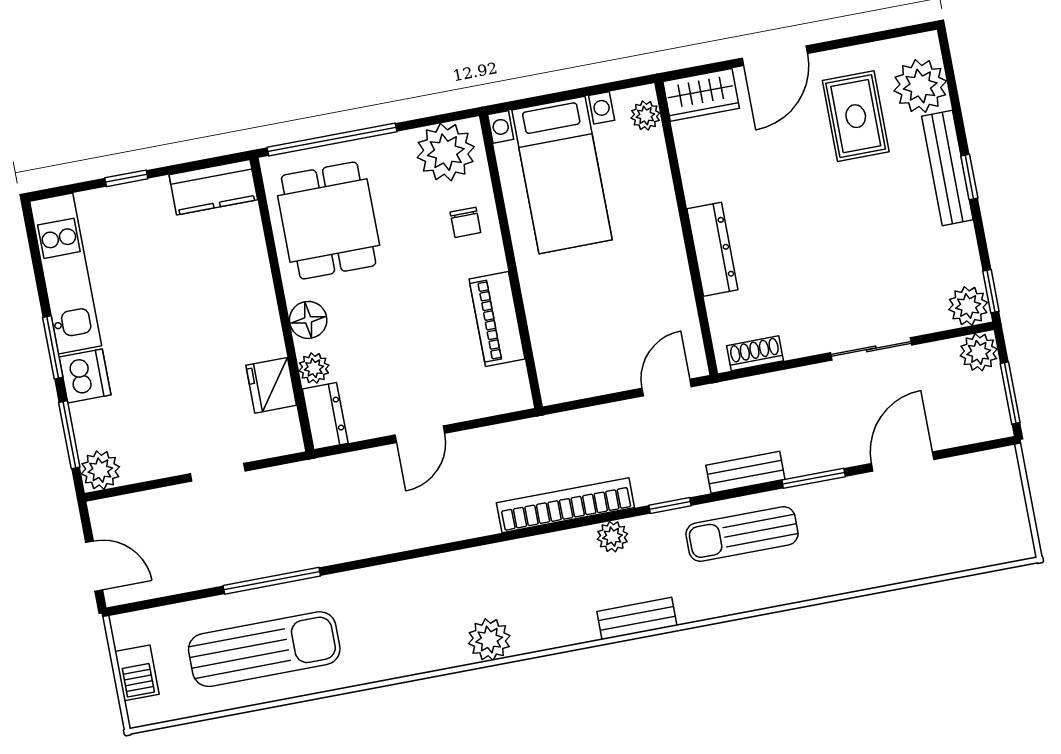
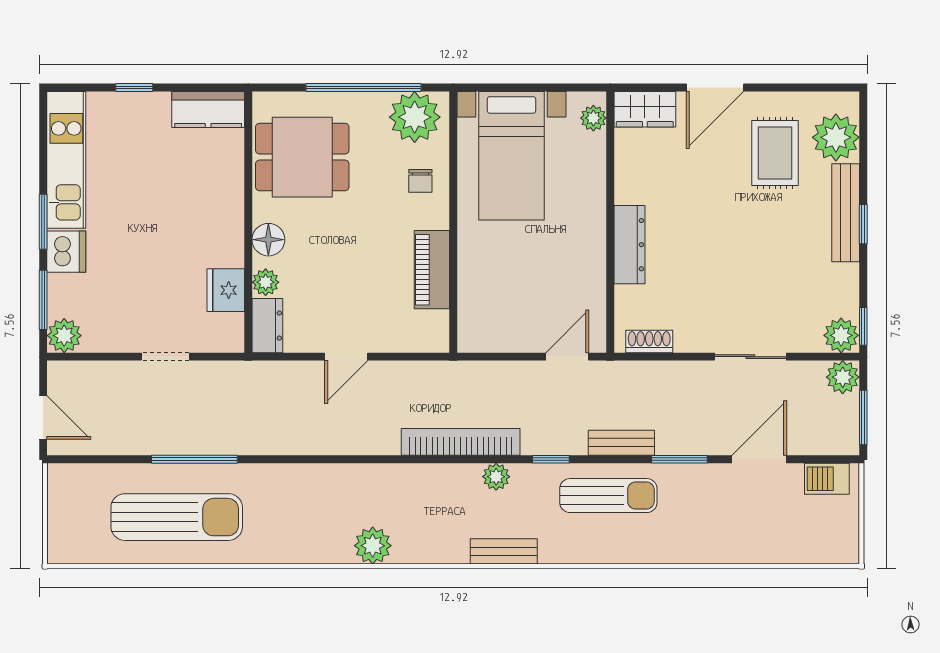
window: (332, 139) -> (363, 88), moved
dining table: (329, 221) -> (302, 157), turned 90
sun lounger: (742, 534) -> (608, 496), turned 180
barbecue: (137, 673) -> (827, 479), moved, turned 90

